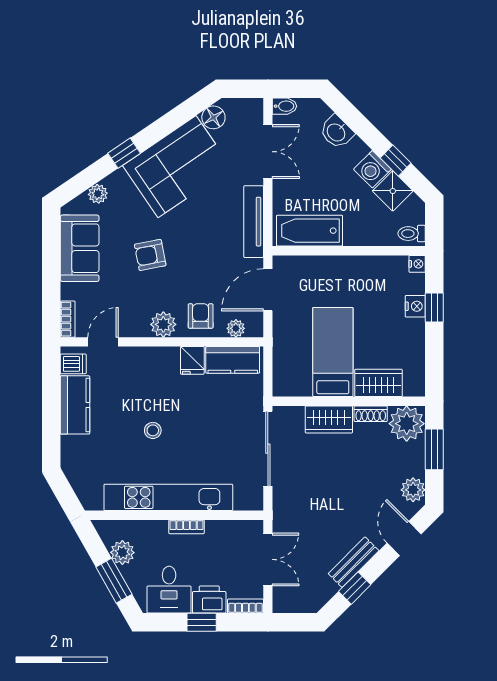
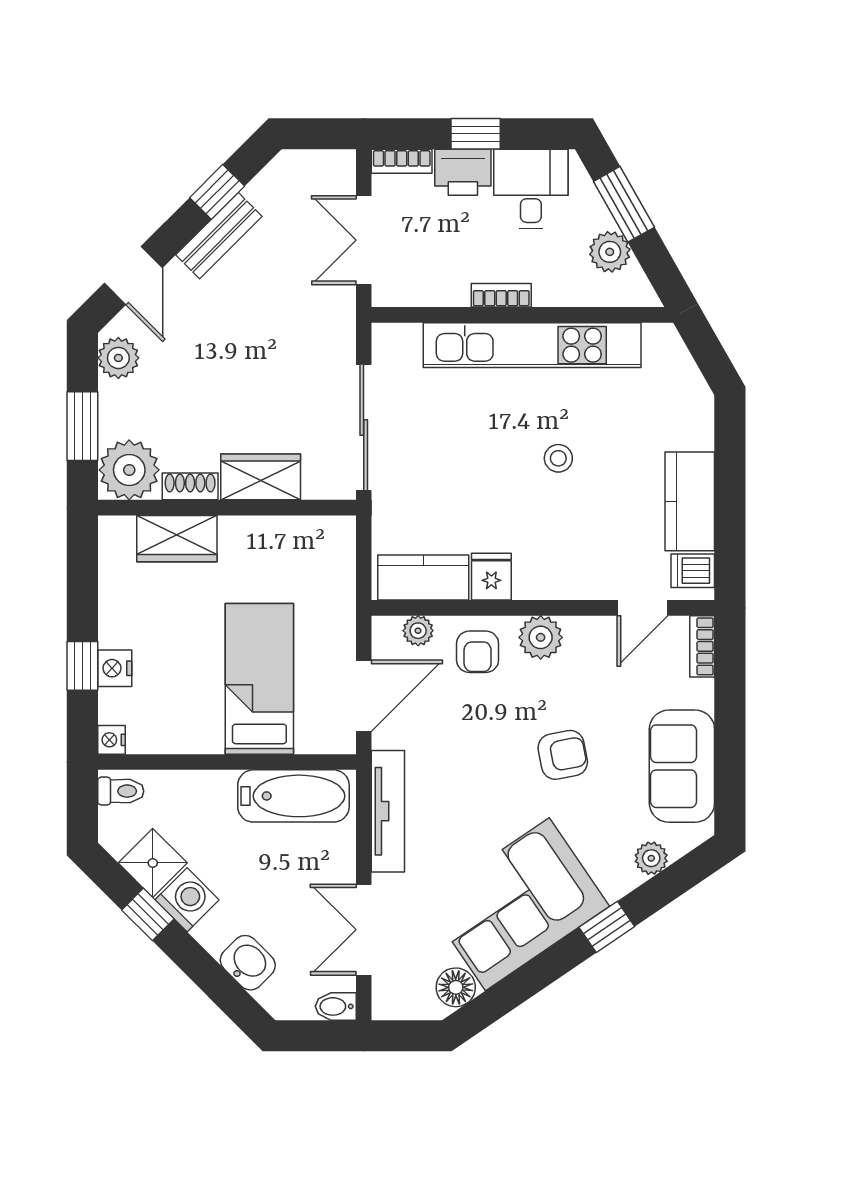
bed: (333, 352) -> (259, 679), moved, turned 180

